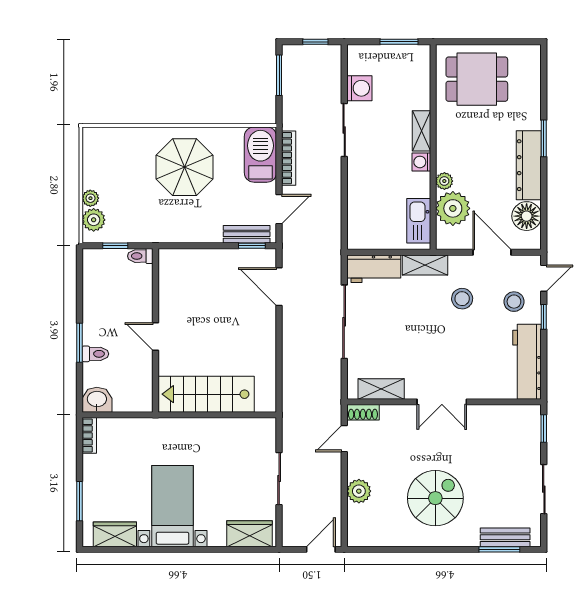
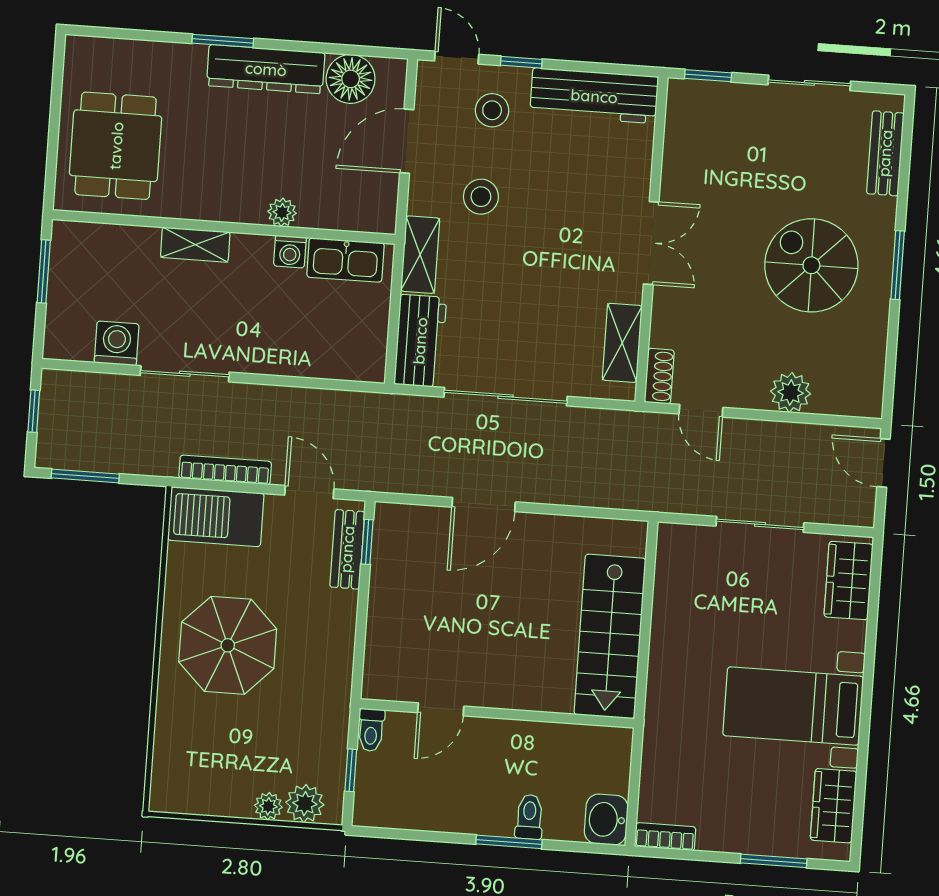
washing machine: (421, 162) -> (290, 252), moved
plant: (453, 208) -> (329, 201), removed
door: (279, 287) -> (484, 505), moved
door: (155, 336) -> (441, 709), moved
window: (499, 549) -> (898, 265), moved

